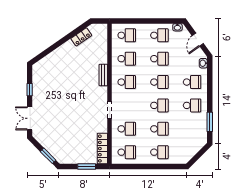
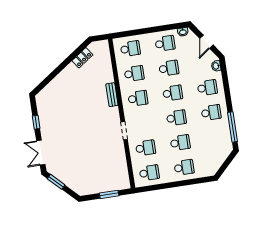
window: (210, 122) -> (233, 127), width x1.44
locker: (102, 149) -> (123, 173), removed
window: (48, 156) -> (56, 182), moved

